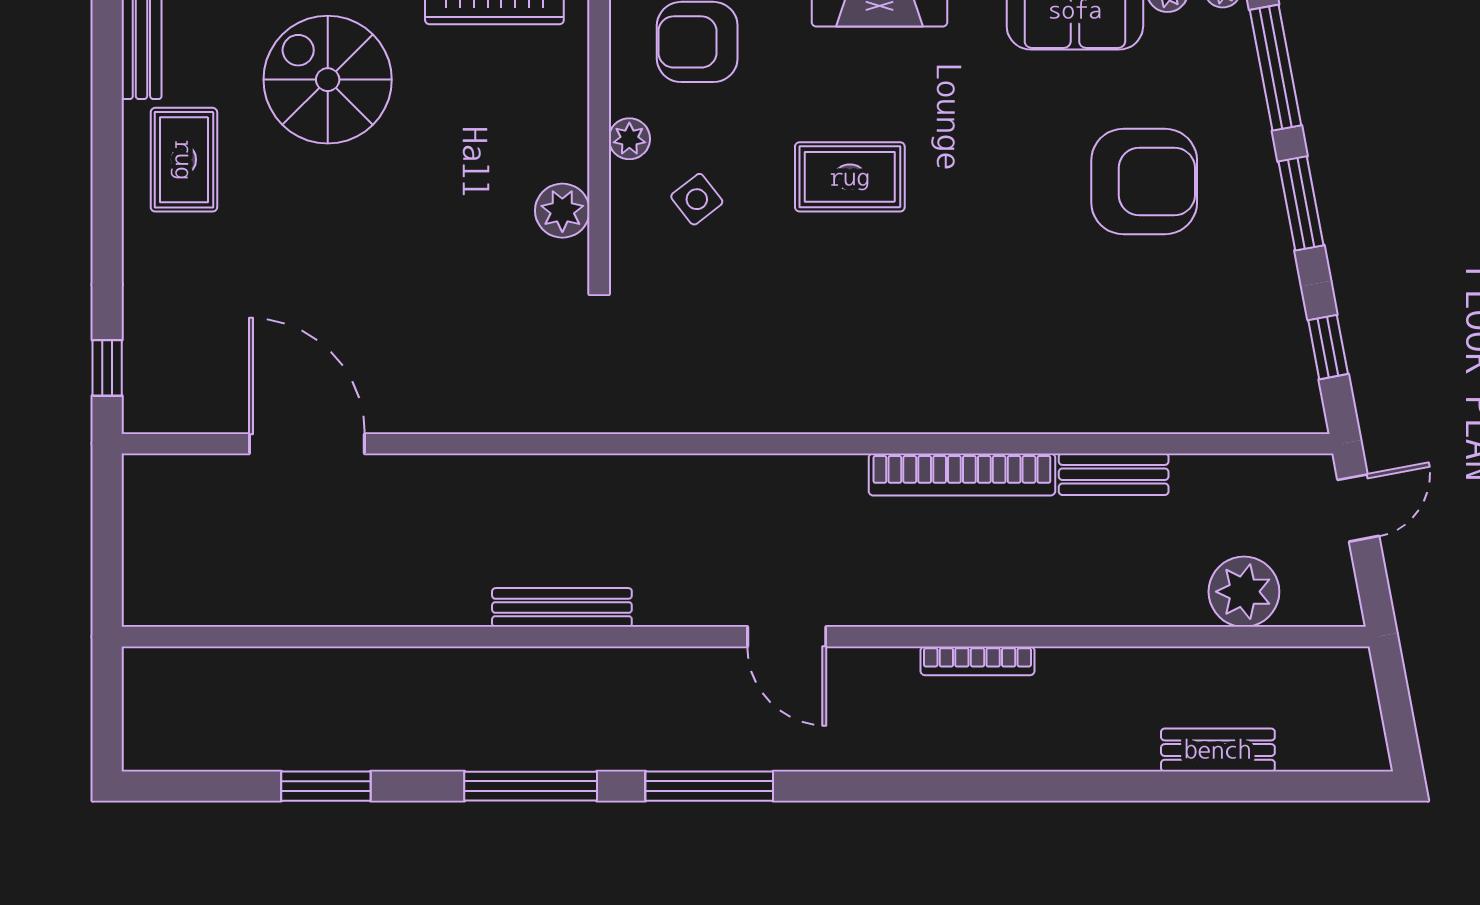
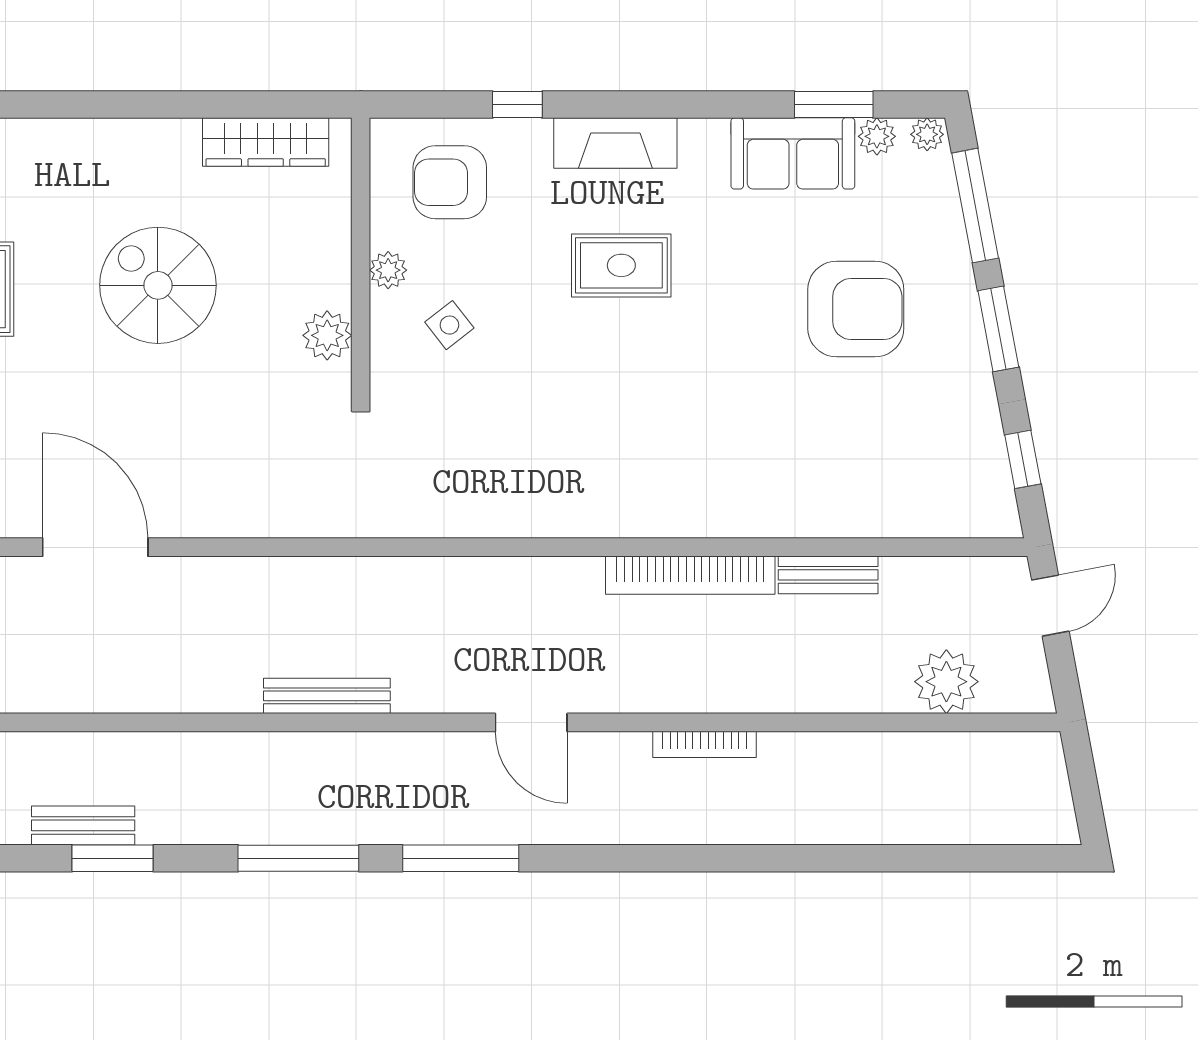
spiral stairs: (328, 80) -> (158, 285), moved
rug: (850, 177) -> (621, 265), moved
bench: (1218, 750) -> (83, 825), moved

